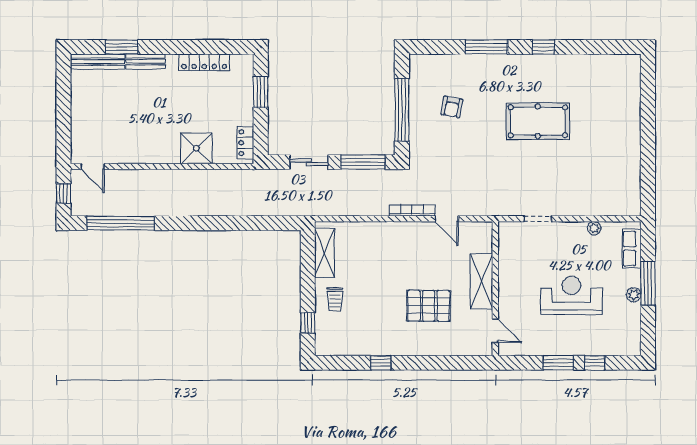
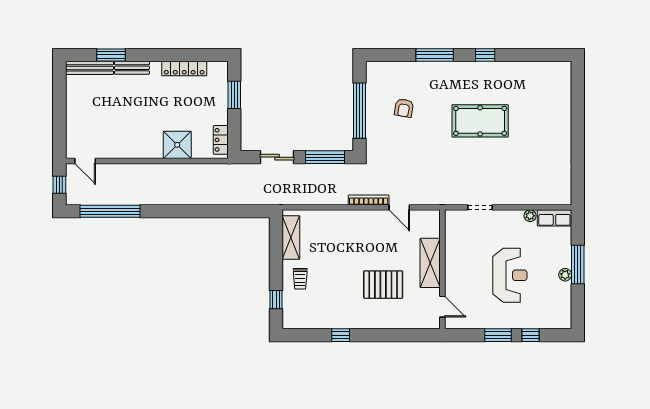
row of seats: (632, 249) -> (554, 218), moved, turned -90
reception desk: (571, 295) -> (510, 275), turned 90

